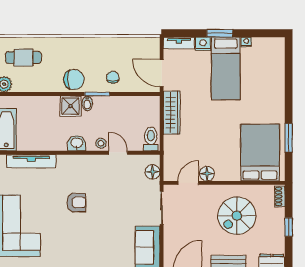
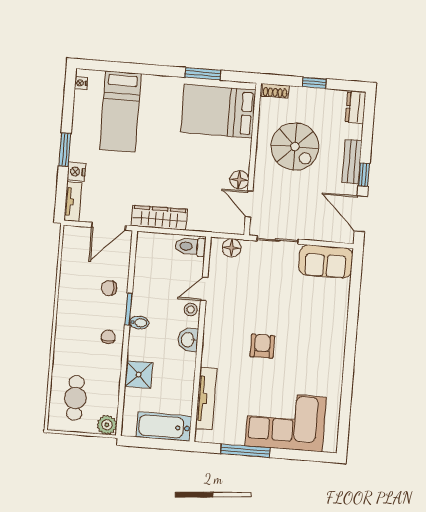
nightstand: (246, 42) -> (81, 83), moved
bed: (226, 68) -> (120, 112), moved, turned 90
chair: (74, 80) -> (108, 337), width x0.54, depth x0.54
shower: (71, 106) -> (139, 375), moved

